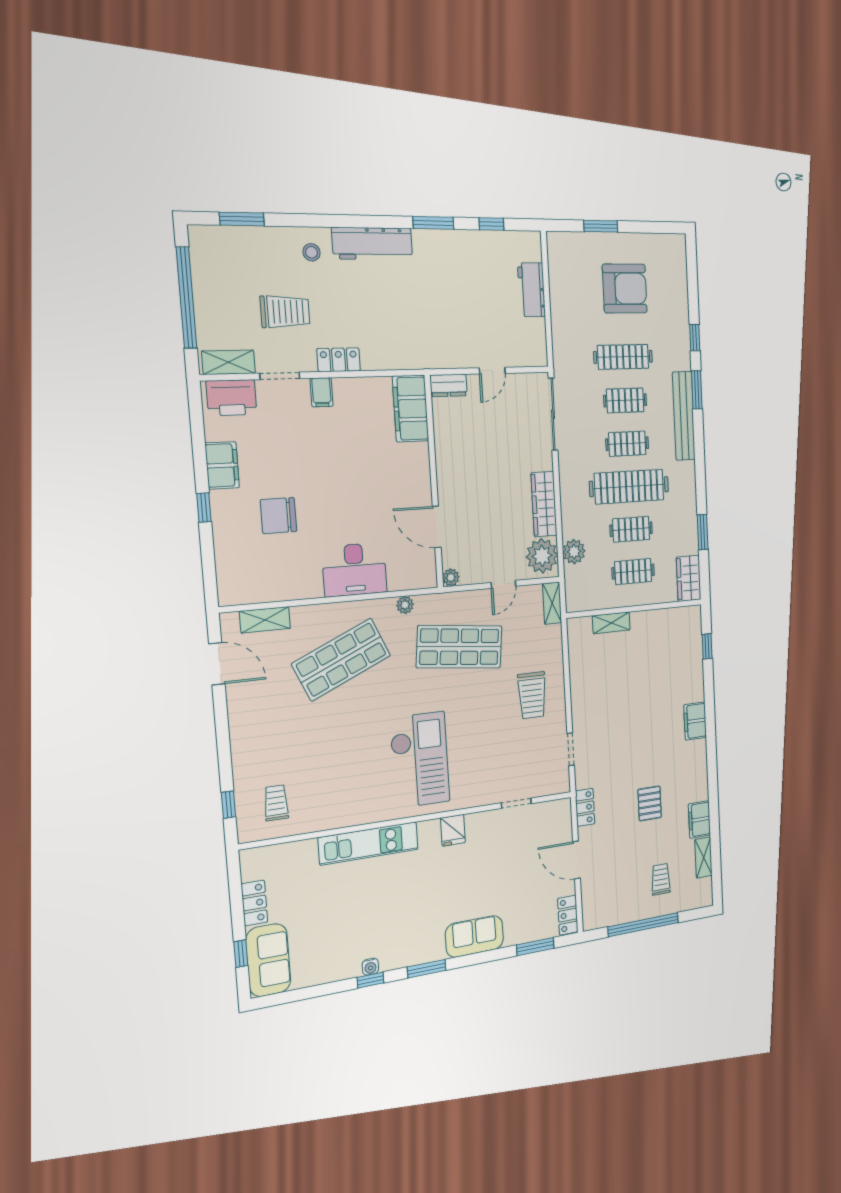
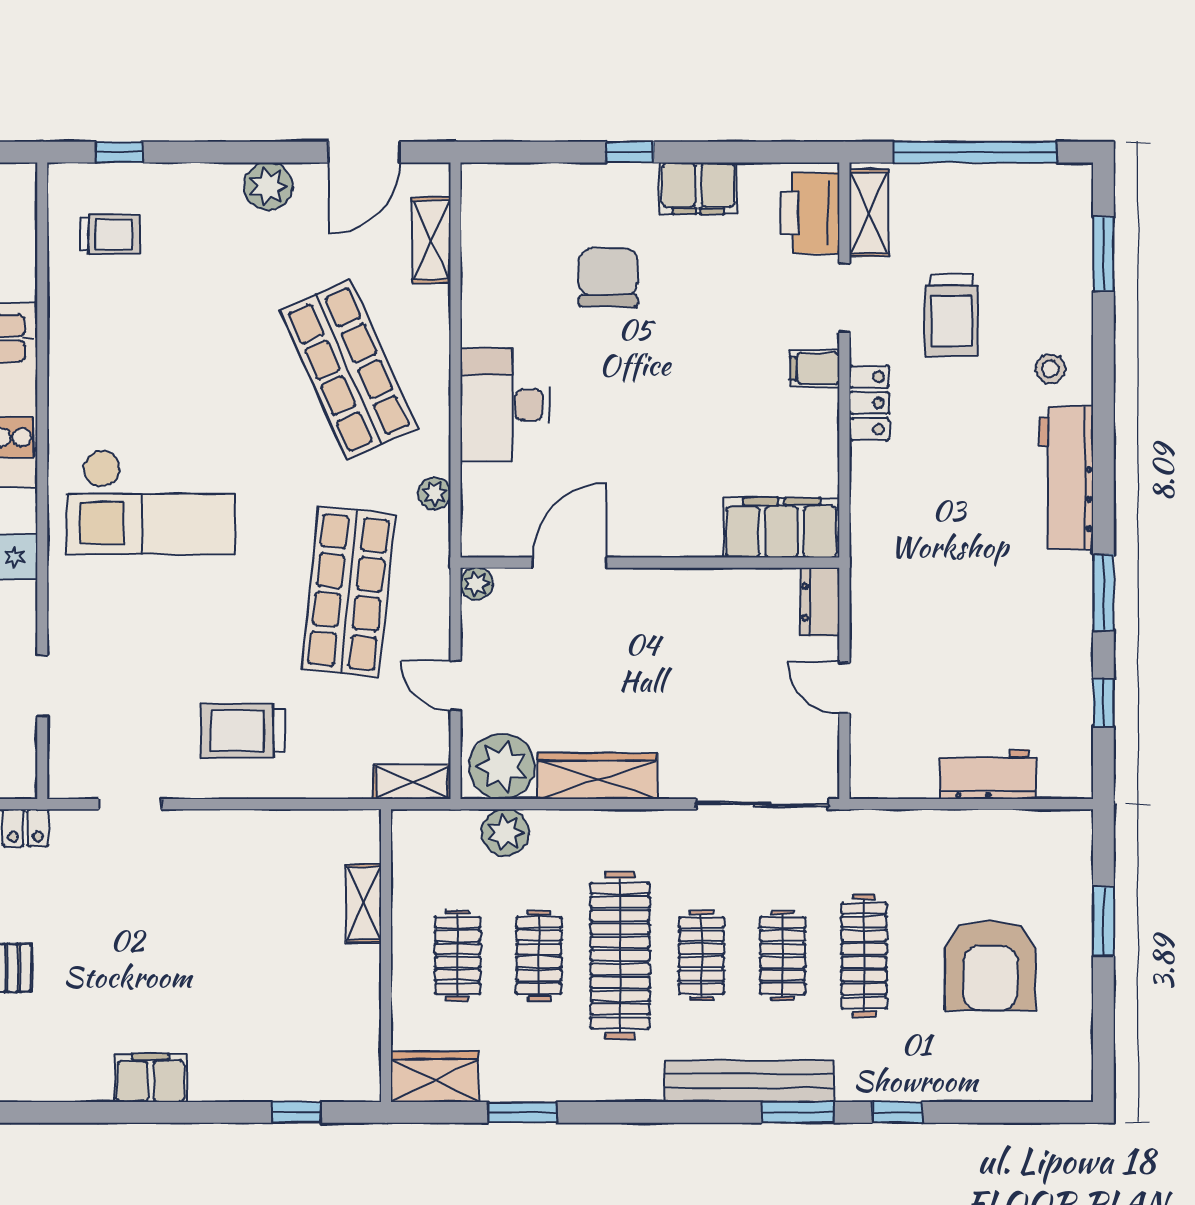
plant: (241, 717) -> (268, 186), added

